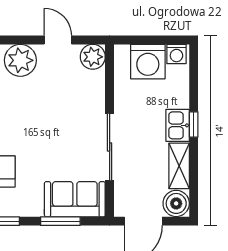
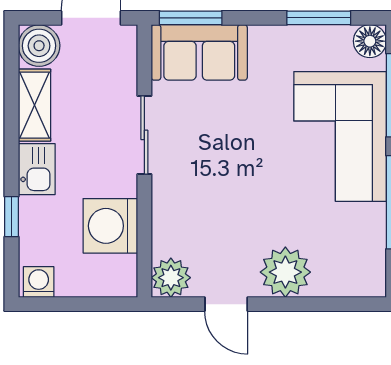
washing machine: (148, 62) -> (110, 226), moved, turned -90
window: (194, 124) -> (11, 217), moved
sliding door: (110, 147) -> (144, 135), width x0.73
window: (60, 221) -> (191, 18), moved

